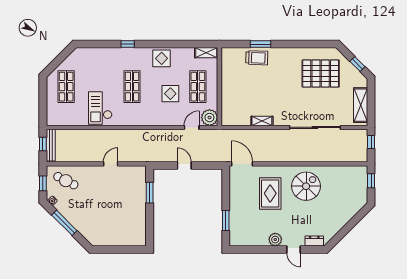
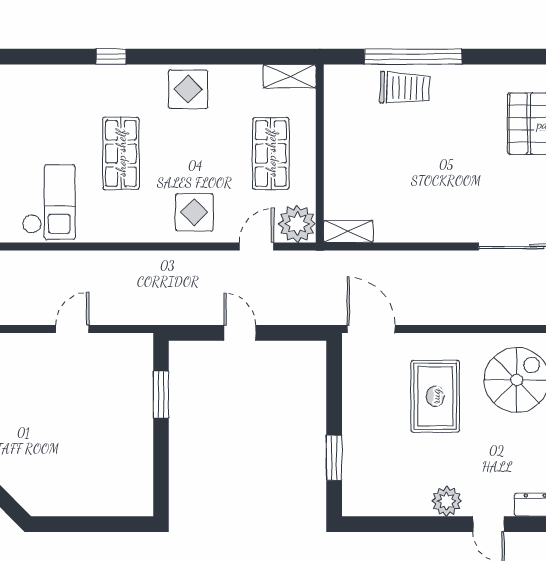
window: (260, 44) -> (413, 57), width x2.11
display table: (170, 94) -> (194, 212), moved
checkout: (100, 108) -> (49, 202), turned 180
shelving: (262, 121) -> (348, 231), moved

